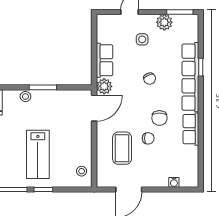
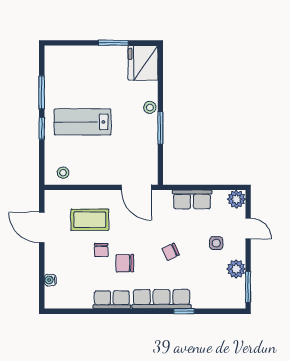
row of seats: (190, 77) -> (162, 299), width x0.73
plant: (104, 86) -> (236, 199), moved

